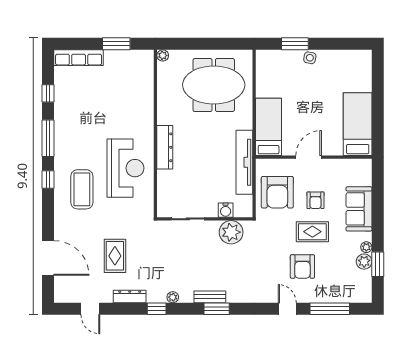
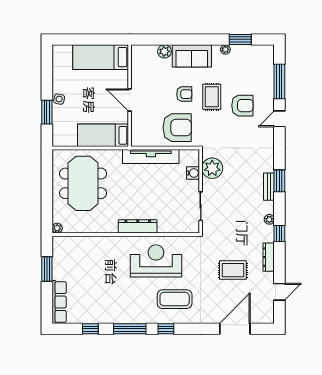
bed: (358, 124) -> (101, 57), moved
bed: (269, 127) -> (103, 135), moved
door: (309, 157) -> (130, 100), moved
wall: (314, 157) -> (130, 96), moved
plant: (364, 262) -> (164, 51), moved

